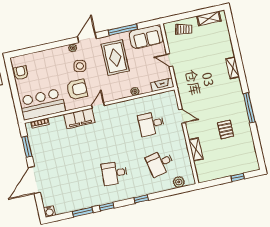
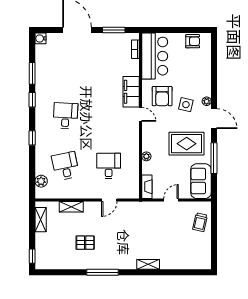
shelving: (209, 18) -> (41, 220), moved
window: (237, 177) -> (32, 256), moved

